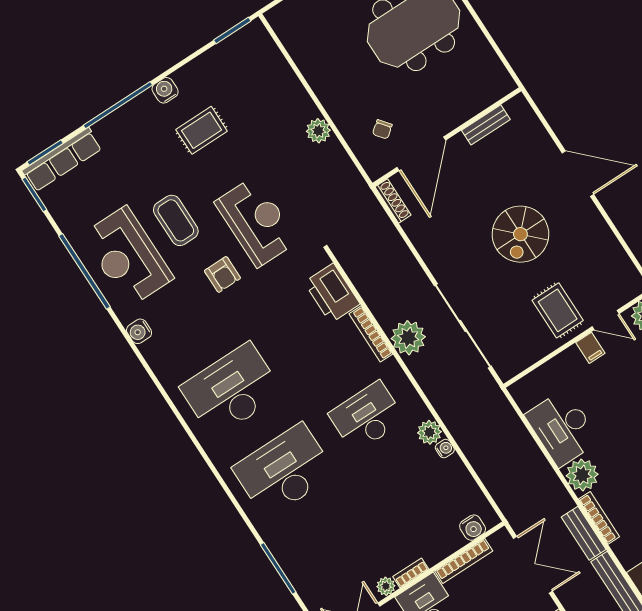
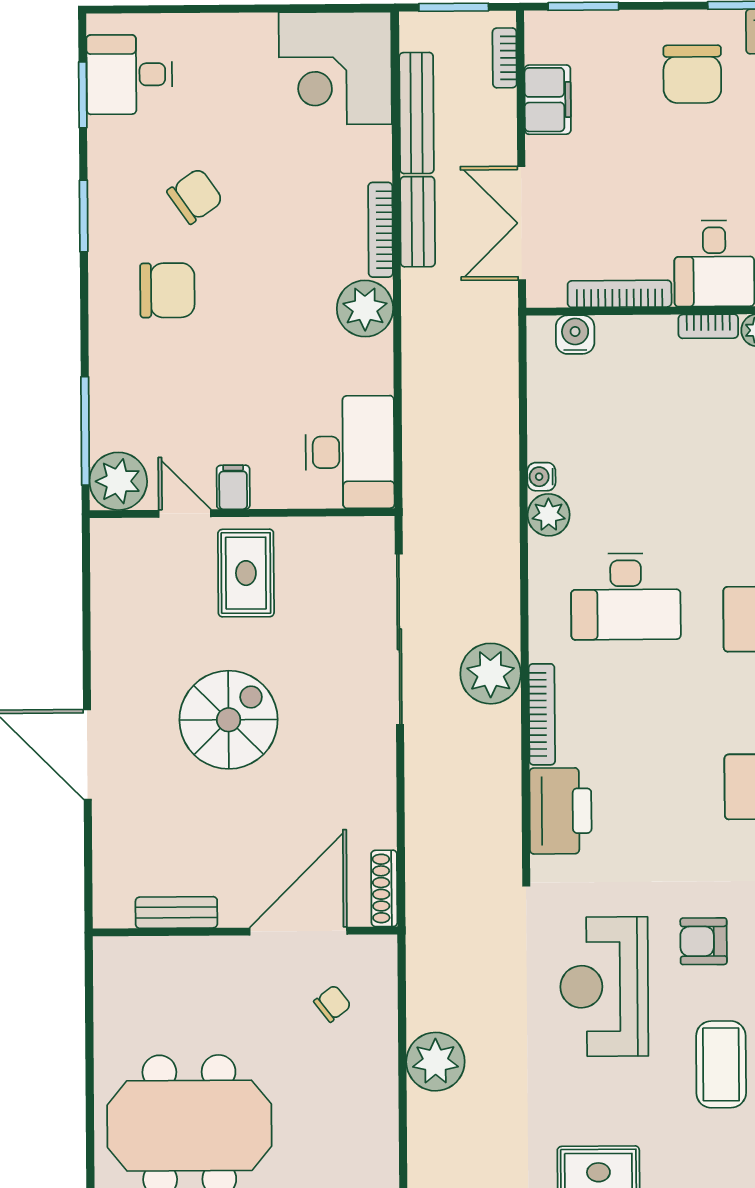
plant: (318, 131) -> (435, 1062), width x1.36, depth x1.36
armchair: (222, 274) -> (704, 941), turned -90
desk: (562, 428) -> (350, 452), moved

